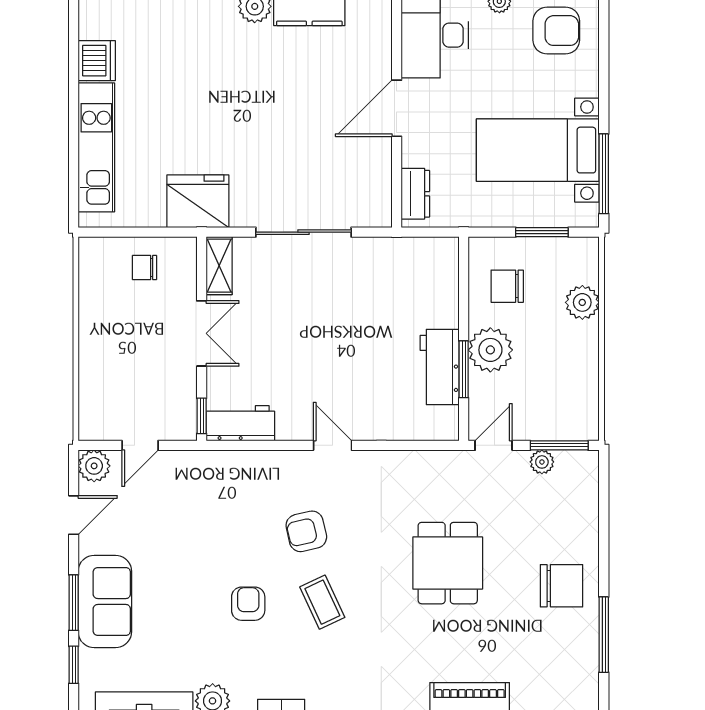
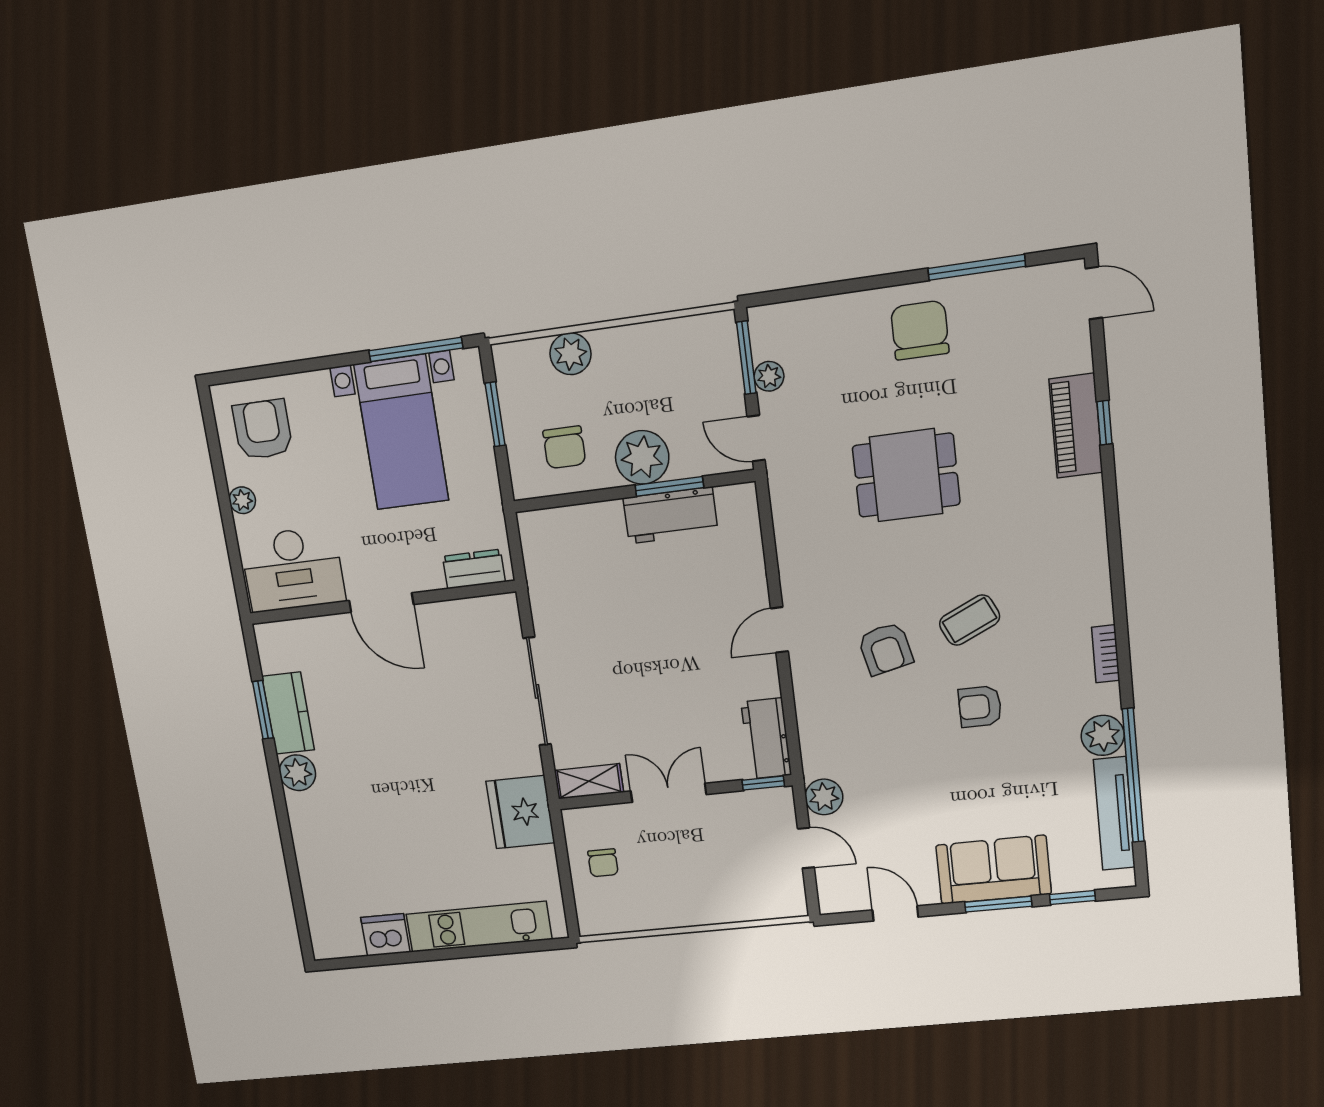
plant: (94, 466) -> (824, 797), moved

